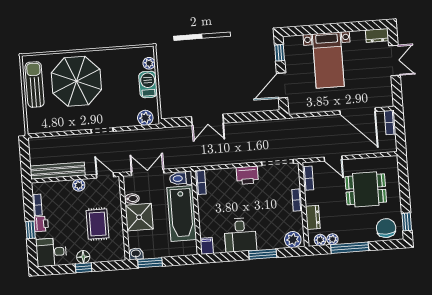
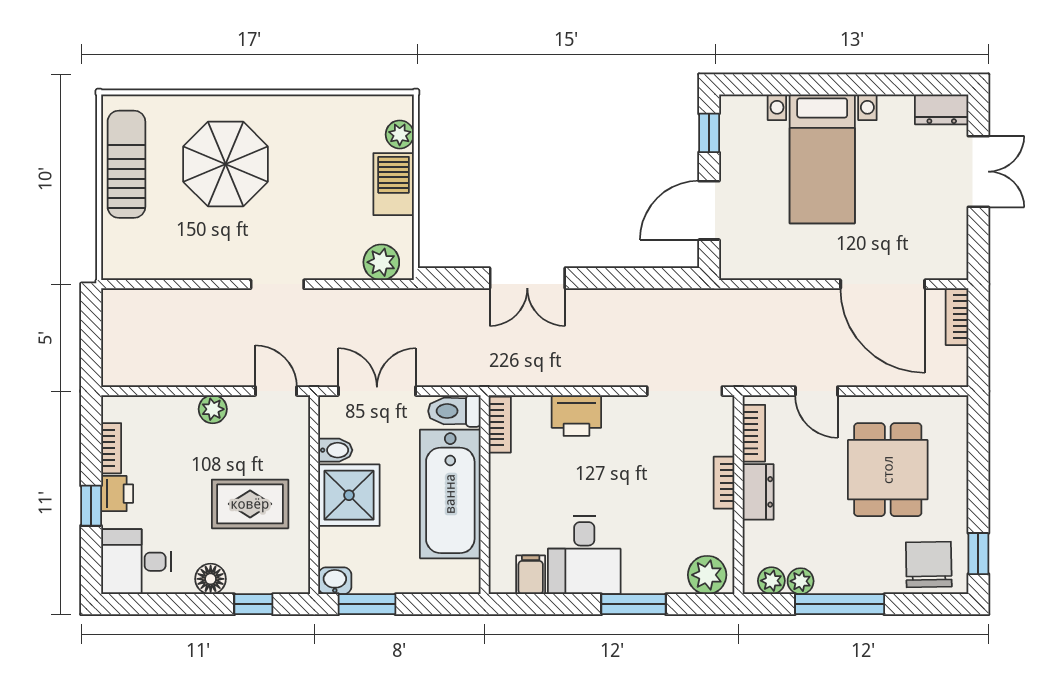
parasol: (76, 81) -> (226, 164), width x0.73, depth x0.73
bench: (58, 171) -> (165, 371), removed
printer: (247, 175) -> (576, 416), moved
dining table: (366, 189) -> (888, 470), turned 90
dresser: (313, 217) -> (758, 492), moved
rug: (98, 224) -> (250, 504), turned 90
filing cabinet: (207, 246) -> (531, 575), moved
window: (84, 268) -> (253, 604), moved

